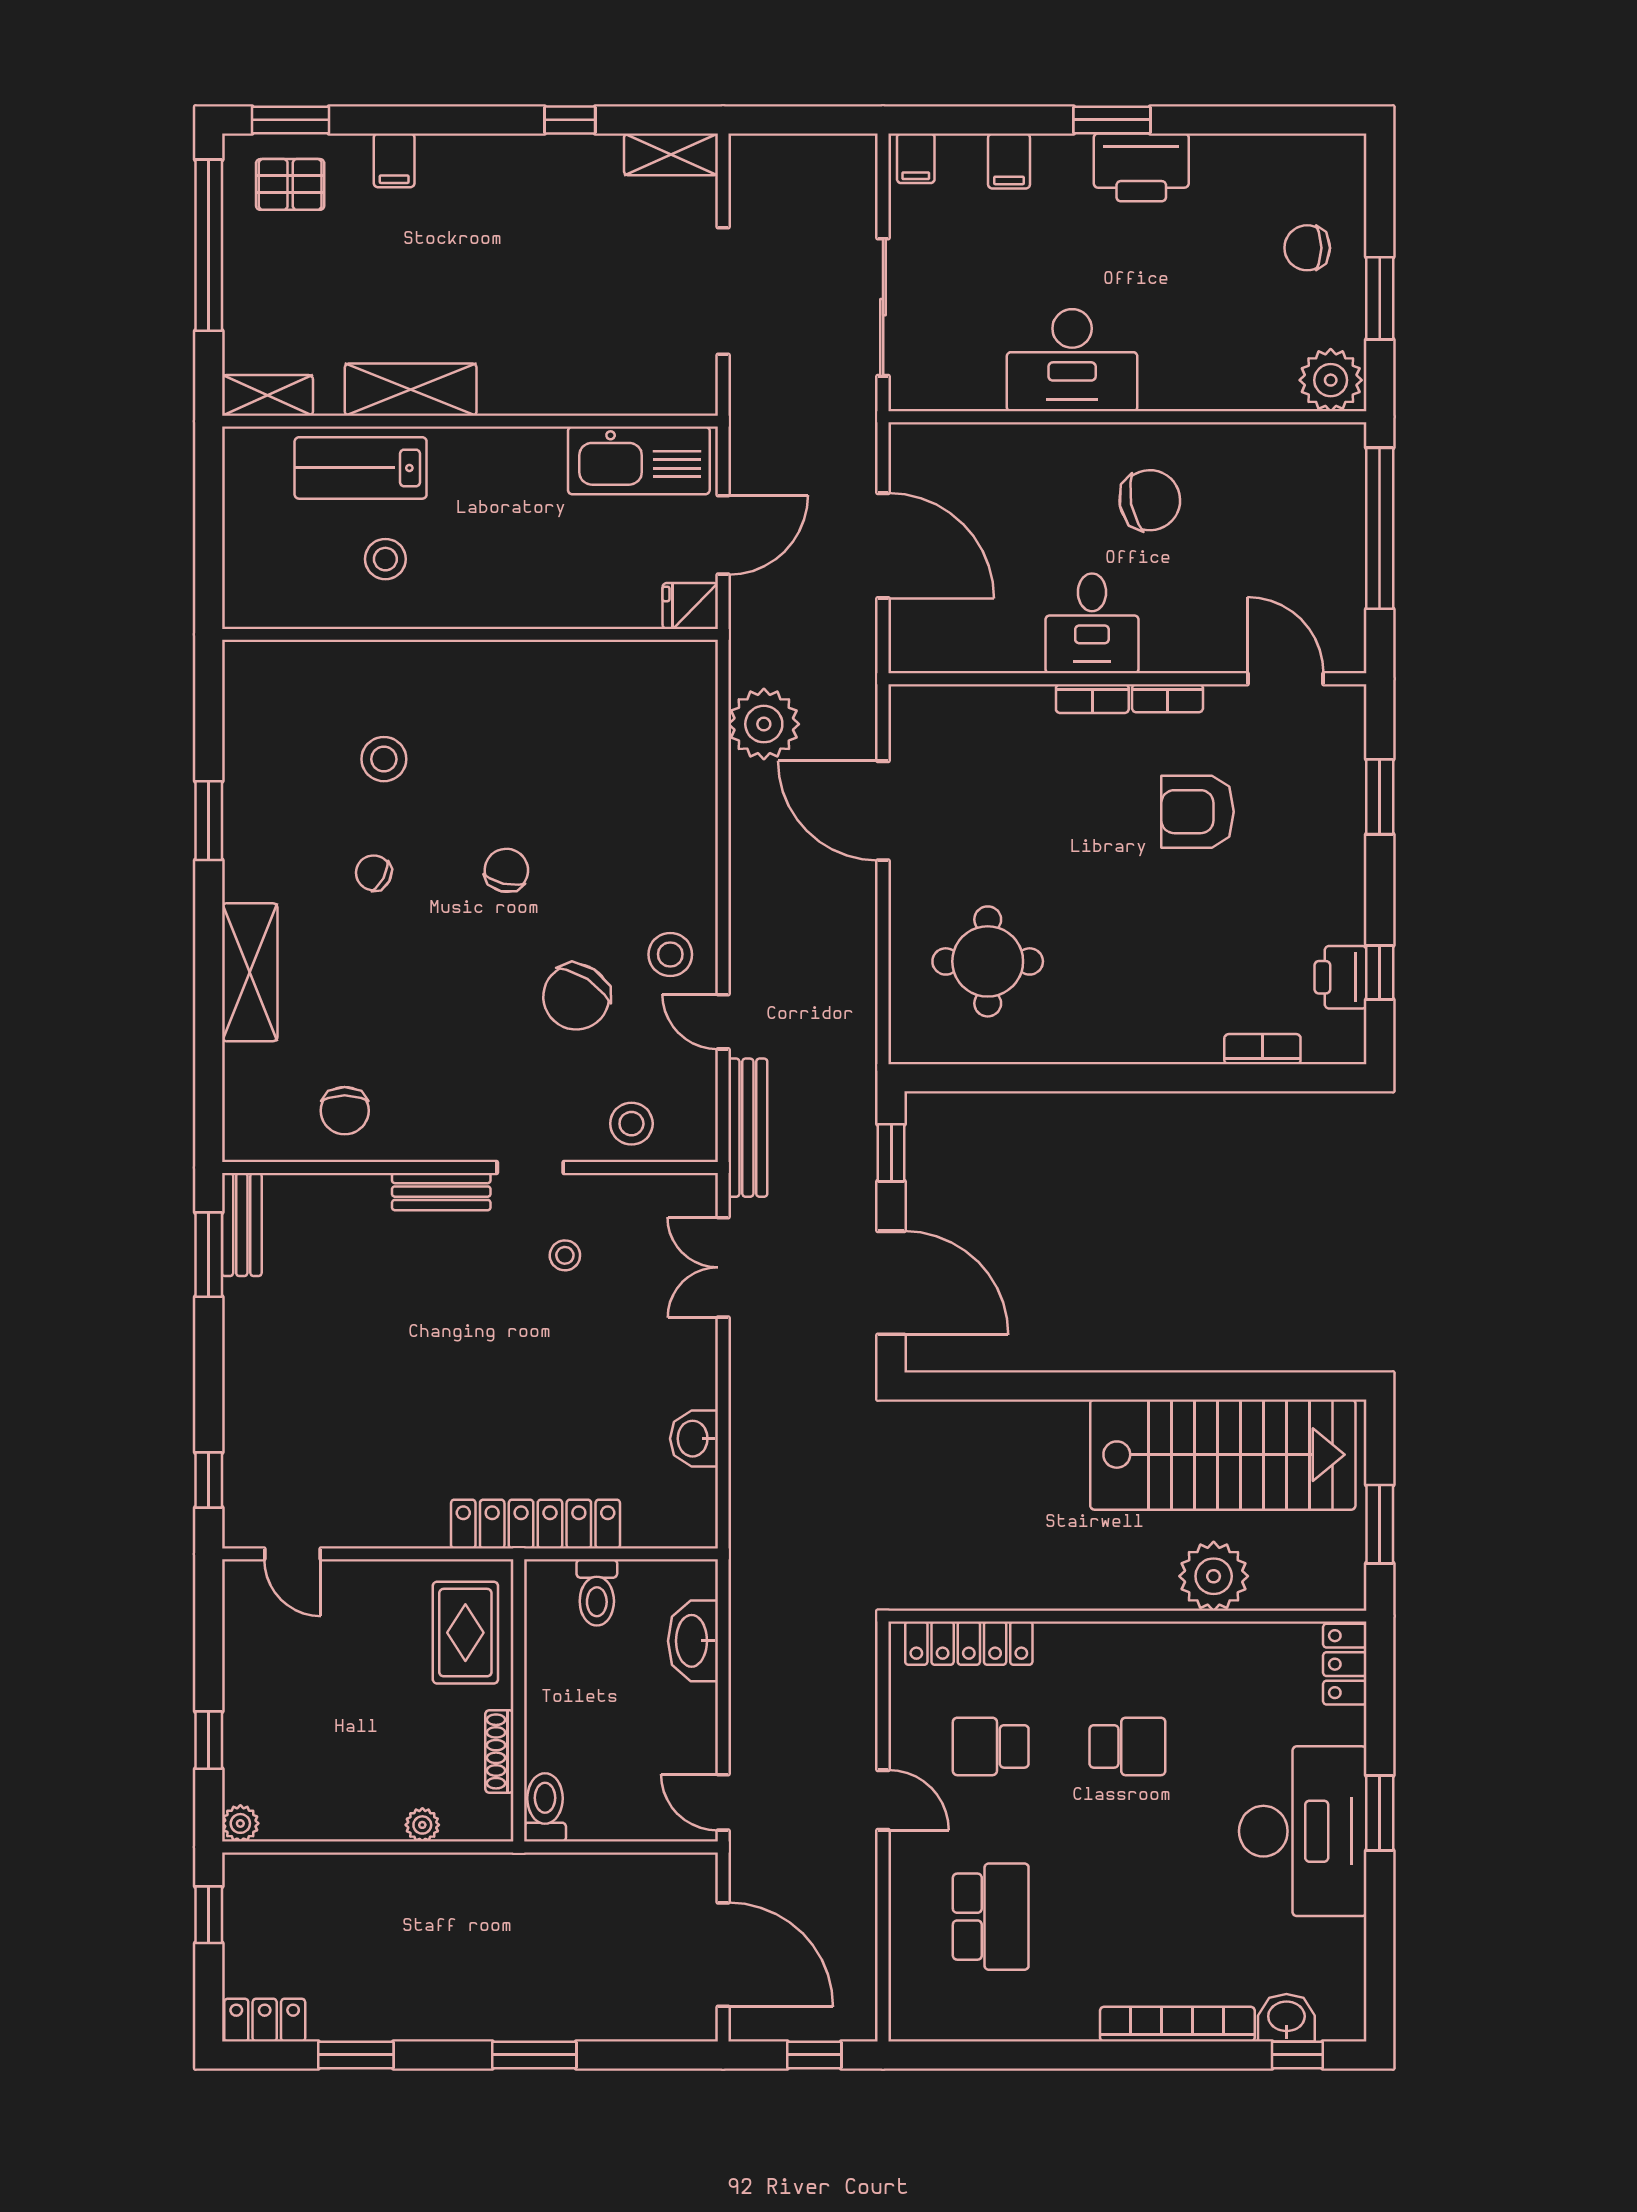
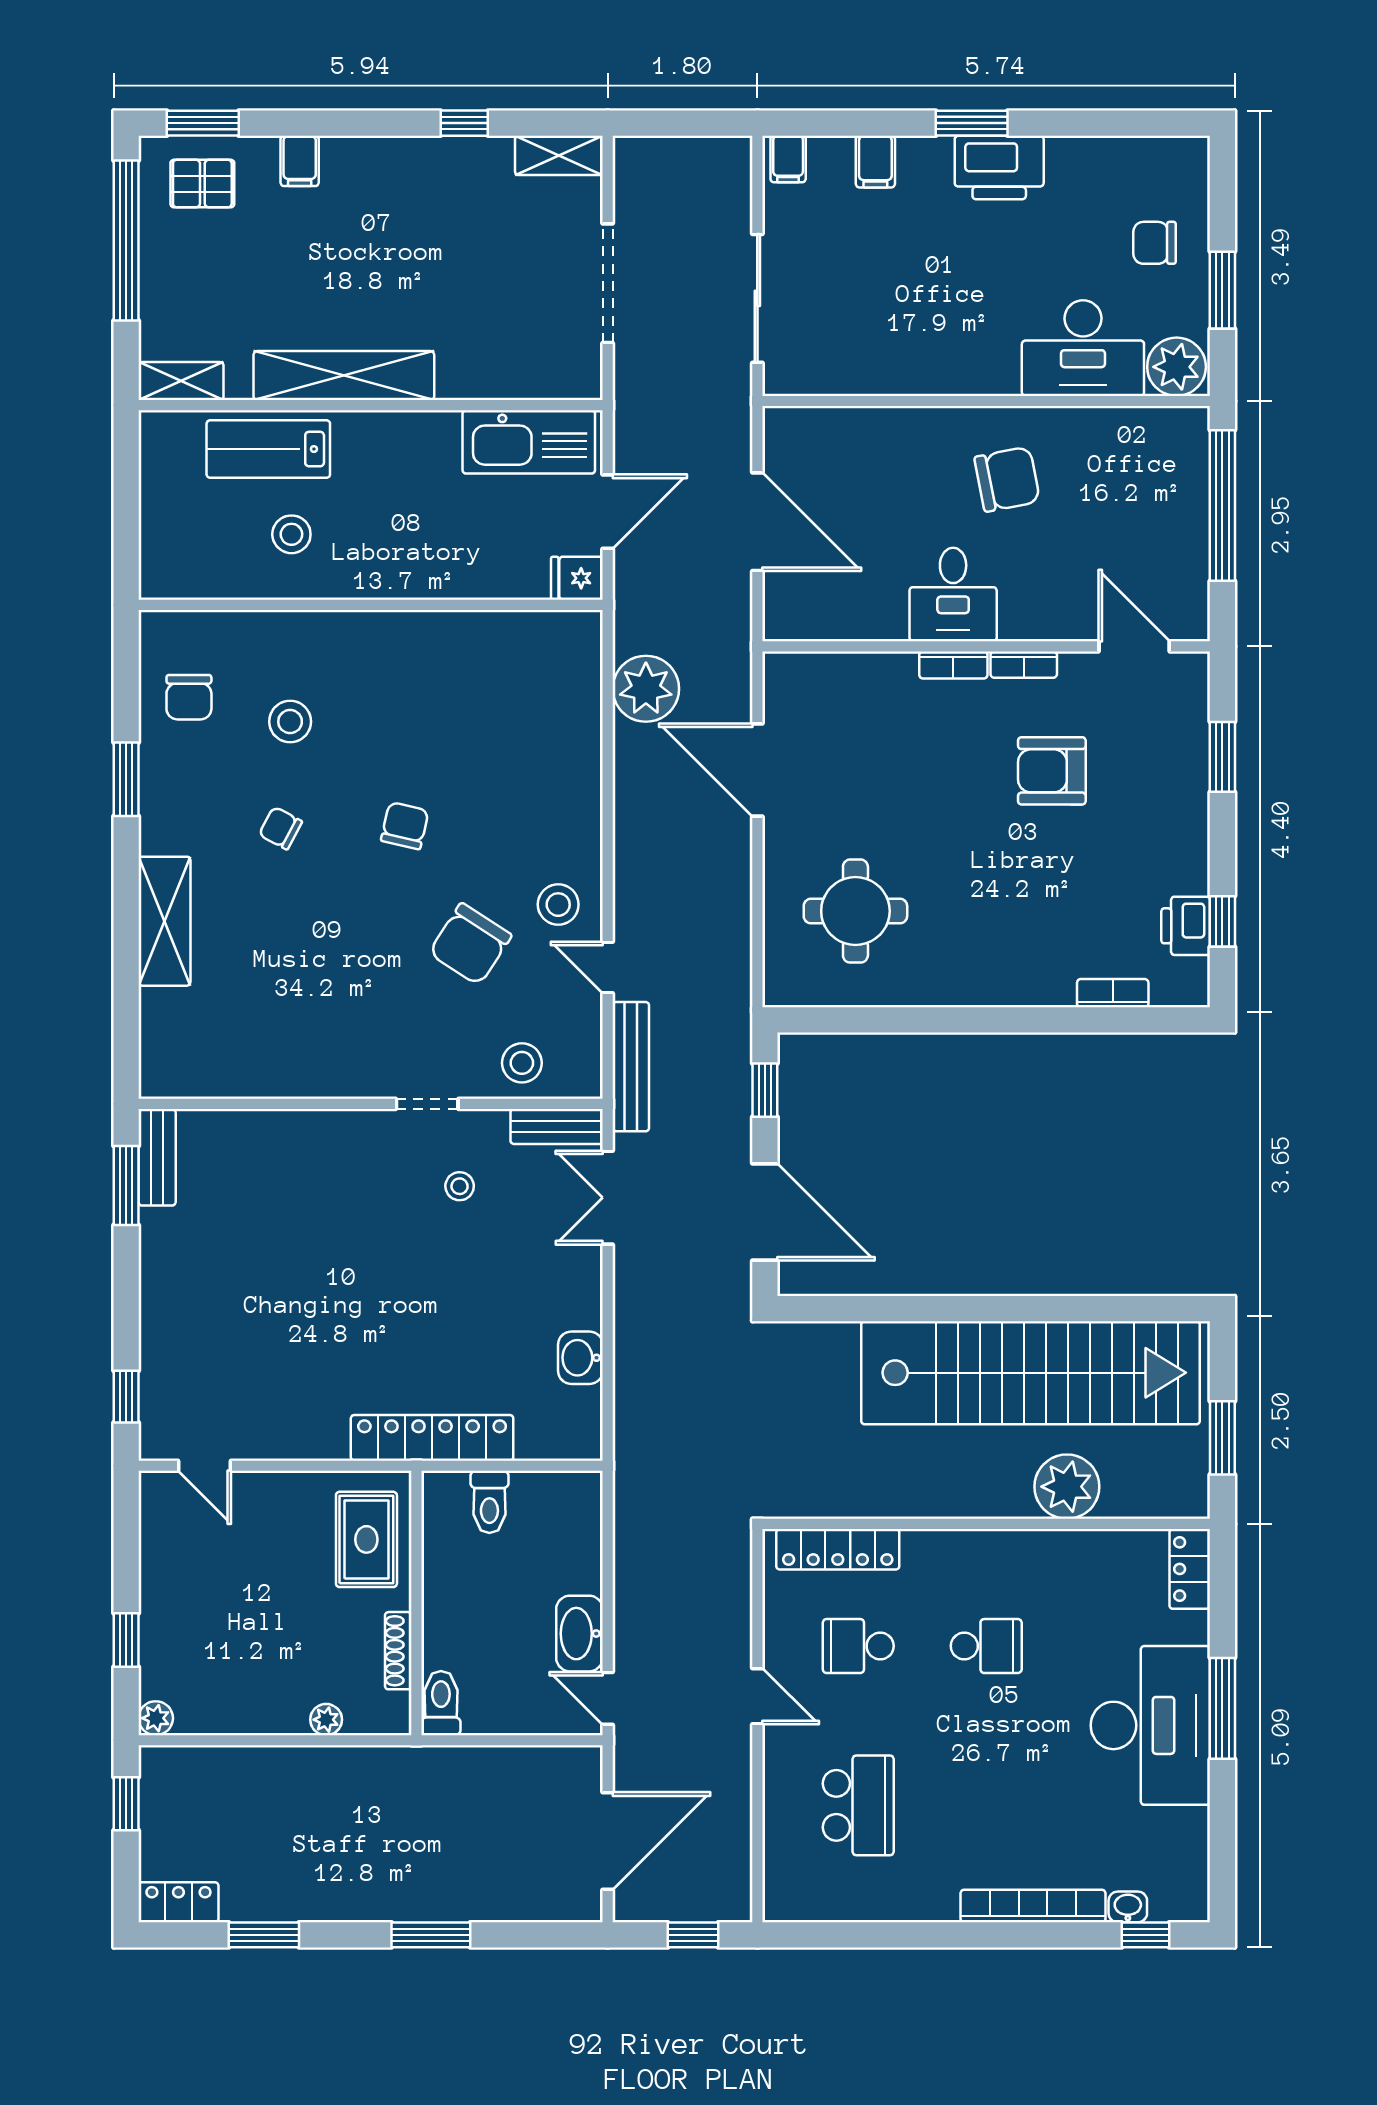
desk: (1072, 360) -> (1083, 348), moved
shelving: (411, 390) -> (344, 376), width x1.47
chair: (345, 1111) -> (189, 697), moved
bench: (441, 1192) -> (557, 1126), moved
stairs: (1223, 1455) -> (1030, 1373), width x1.36
washbasin: (693, 1641) -> (579, 1634), moved
window: (1380, 1813) -> (1222, 1708), width x1.44
door: (723, 1955) -> (608, 1841), hinge flipped
washbasin: (1286, 2018) -> (1128, 1907), width x0.72, depth x0.69

